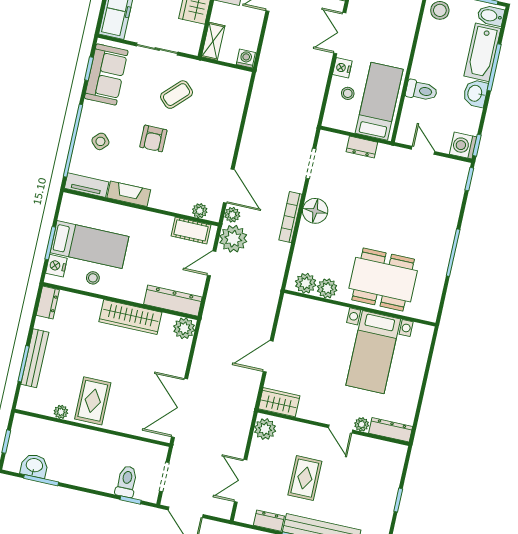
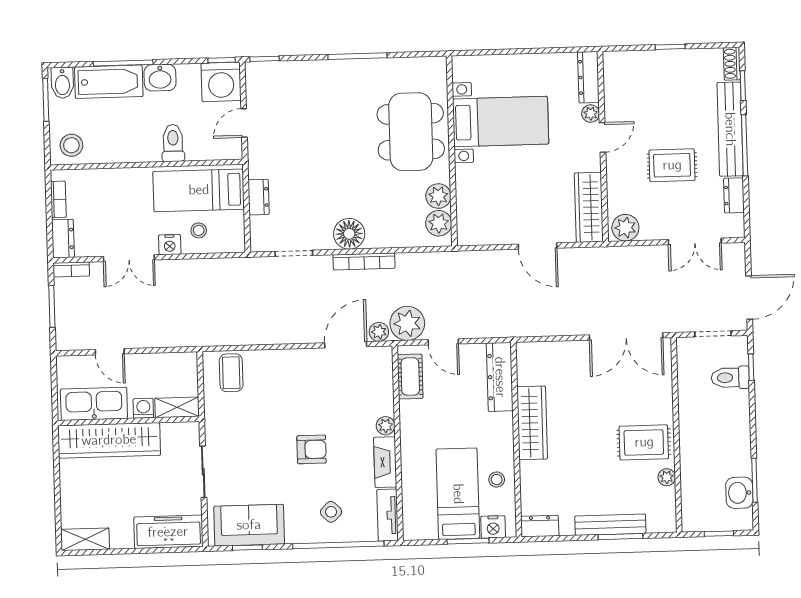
washing machine: (246, 58) -> (143, 408), moved, turned 90
coffee table: (177, 95) -> (231, 373), moved, turned 45
washing machine: (463, 146) -> (221, 82), width x1.37, depth x1.37
plant: (200, 211) -> (386, 426), moved
plant: (184, 328) -> (529, 355), removed
wardrobe: (279, 402) -> (589, 207), width x1.50

